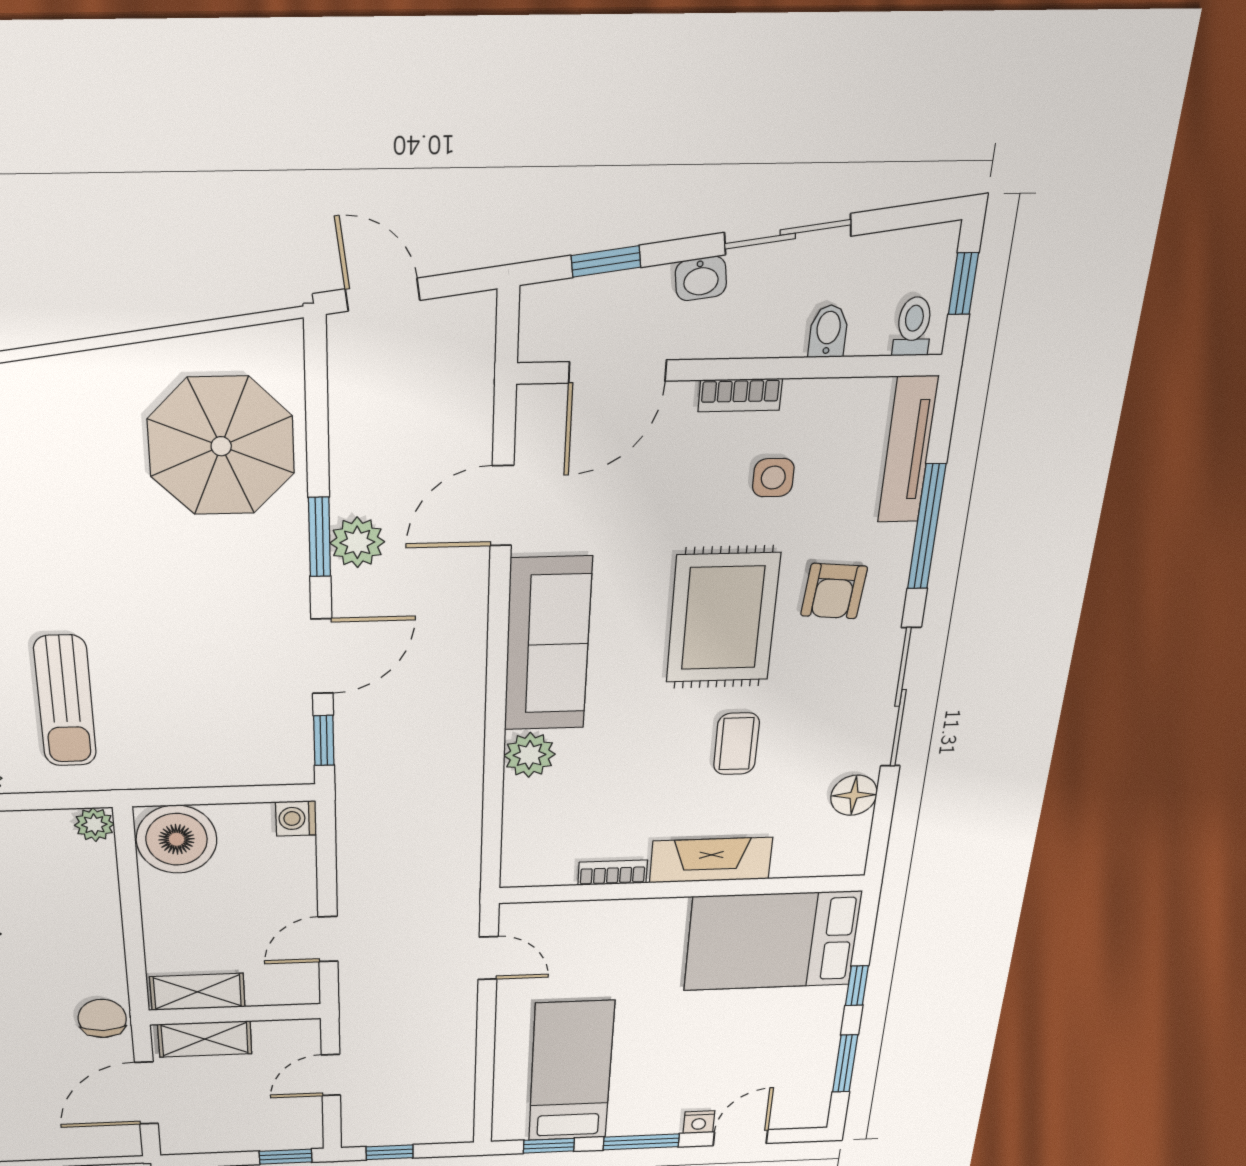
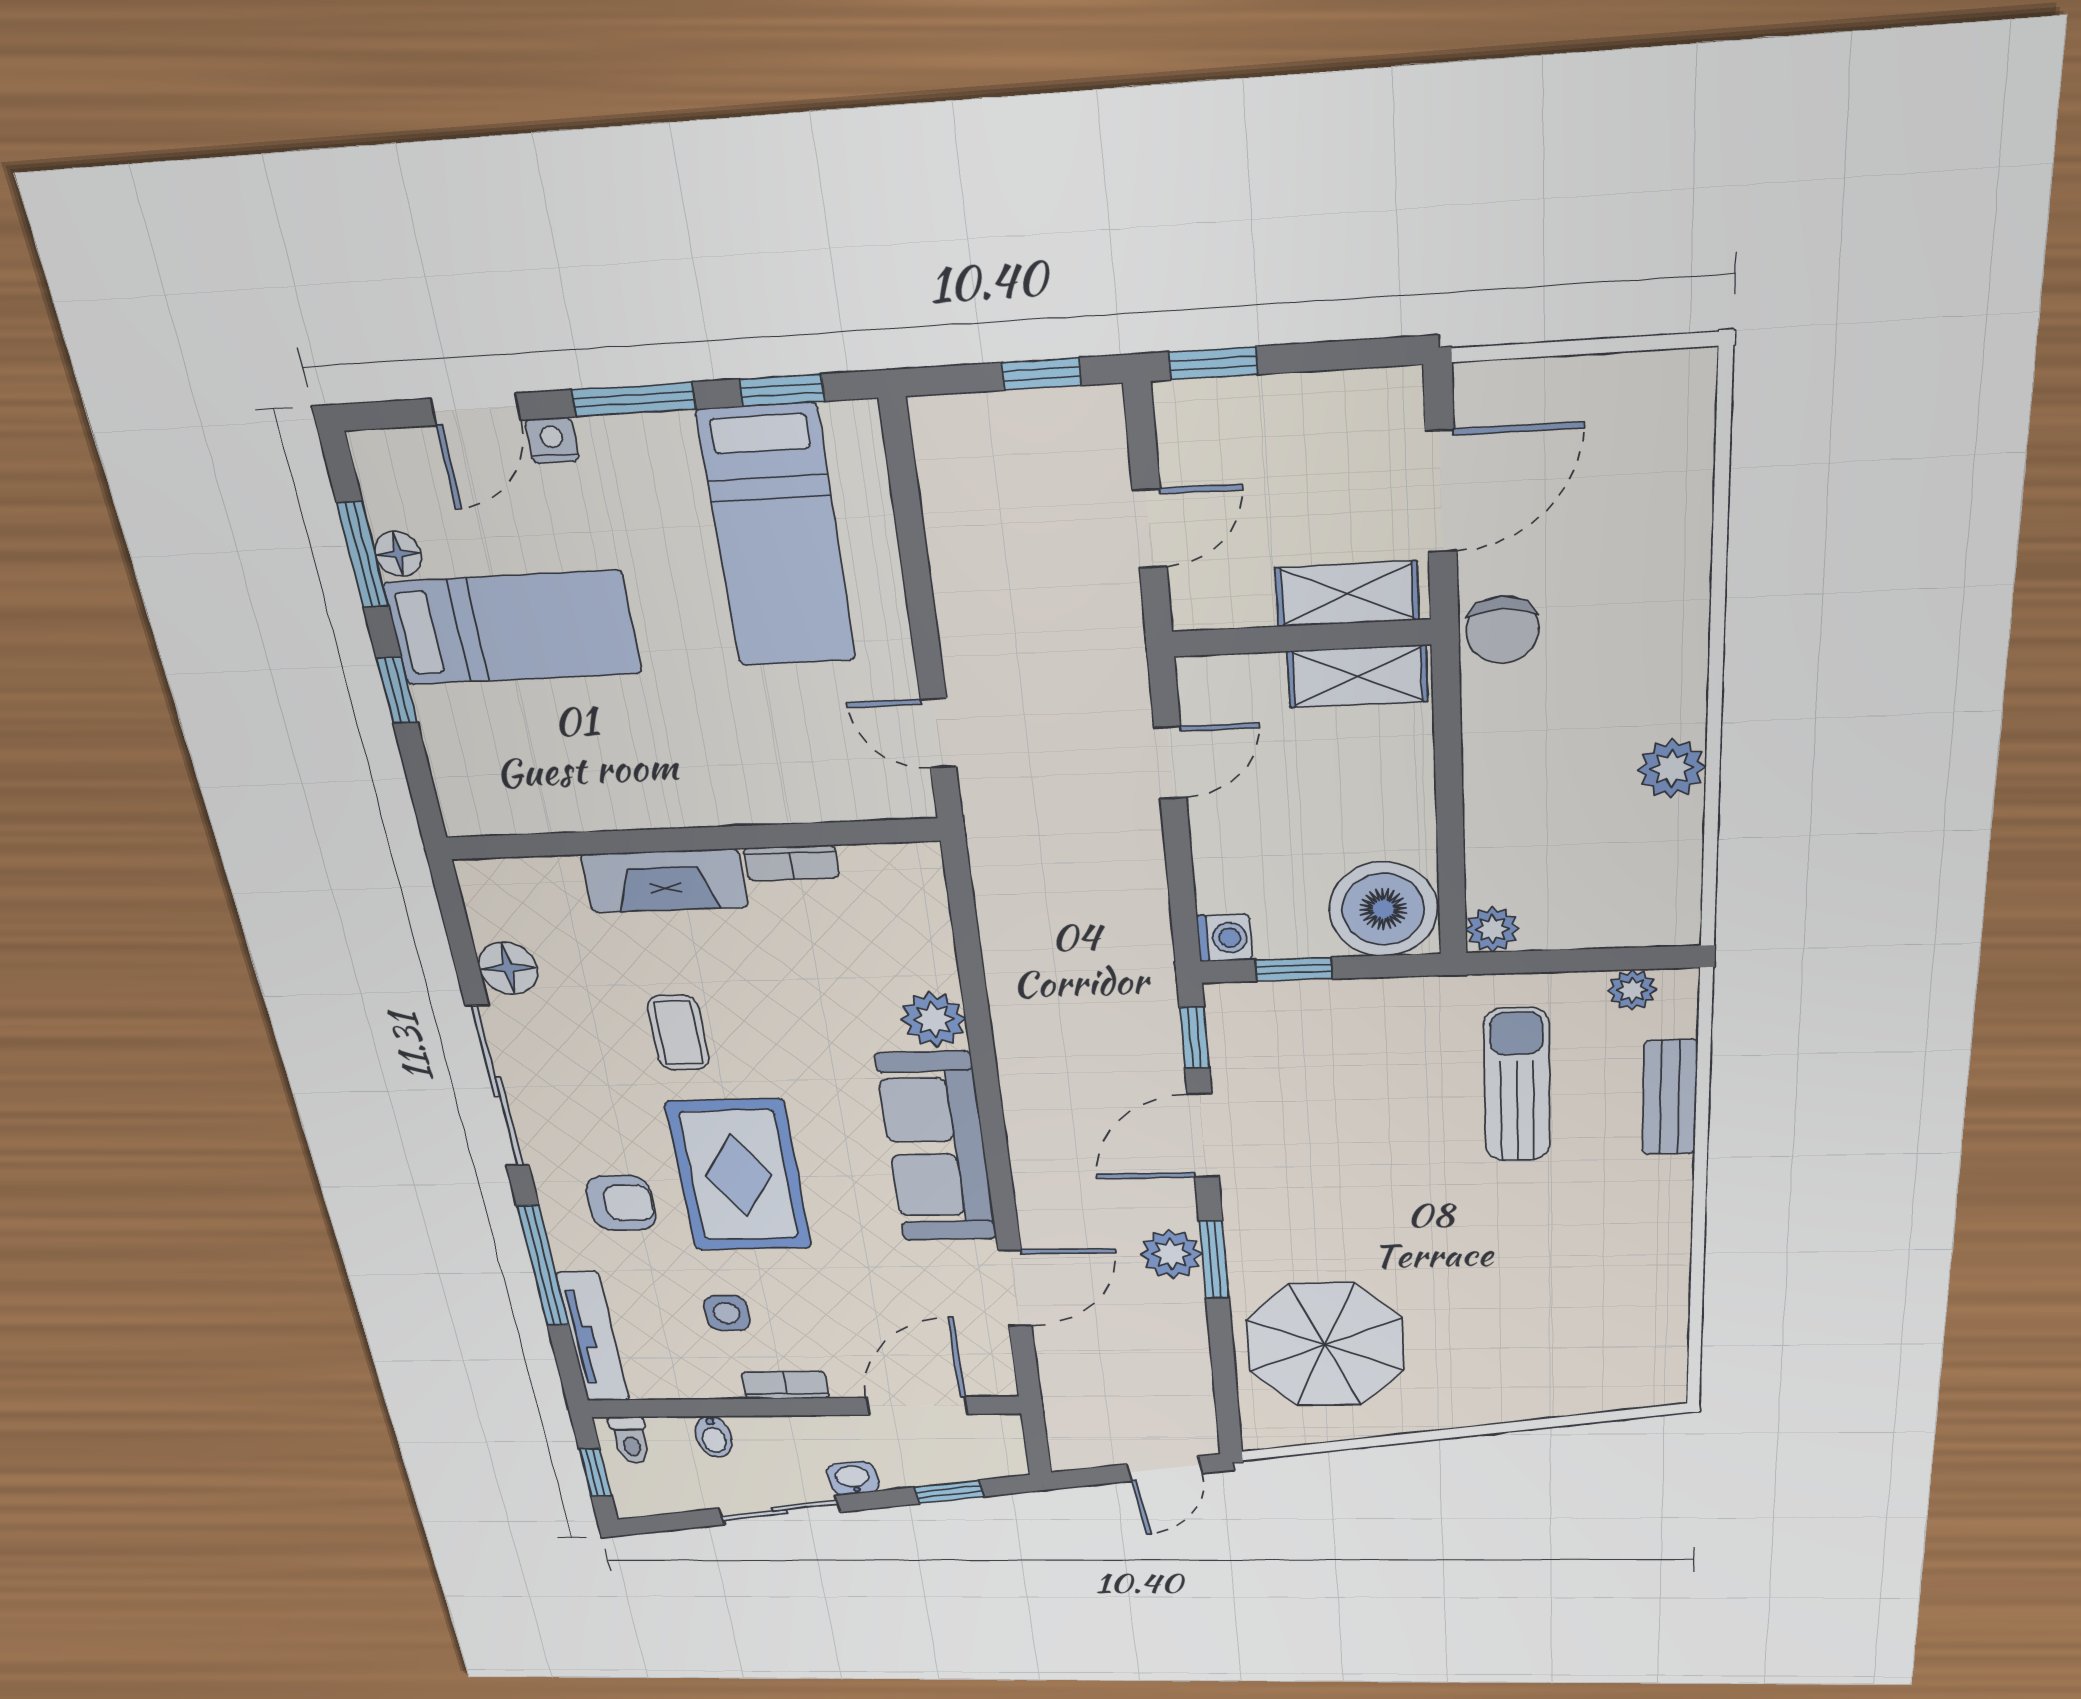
door: (383, 295) -> (1164, 1469), hinge flipped
armchair: (834, 591) -> (621, 1203), turned 85
window: (244, 795) -> (1294, 969), added
bed: (772, 941) -> (513, 628), moved, width x0.67
floor lamp: (822, 1064) -> (398, 554), added

